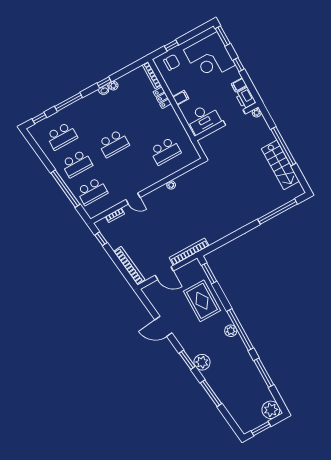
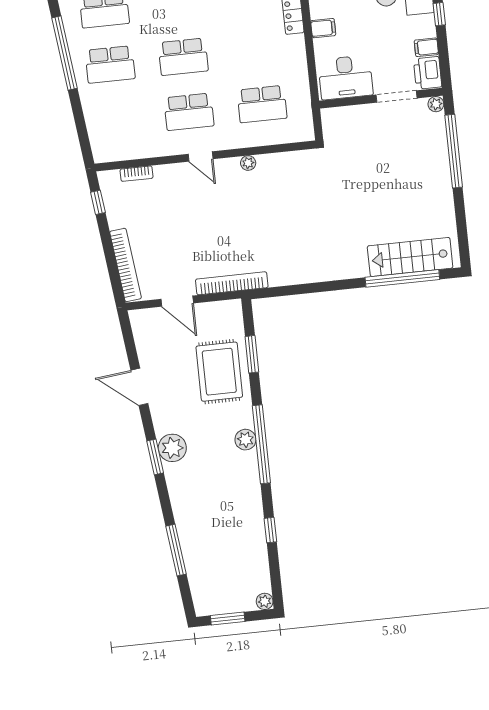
window: (283, 146) -> (454, 151), moved
stairs: (280, 165) -> (410, 257), moved, turned 90
window: (65, 189) -> (64, 53), moved
school desk: (92, 191) -> (189, 112), moved
door: (133, 199) -> (201, 157), moved
window: (209, 273) -> (252, 354), moved
plant: (202, 362) -> (172, 448), moved
window: (264, 373) -> (270, 530), width x0.46
window: (211, 393) -> (176, 550), moved
plant: (271, 410) -> (265, 601), width x0.53, depth x0.53

